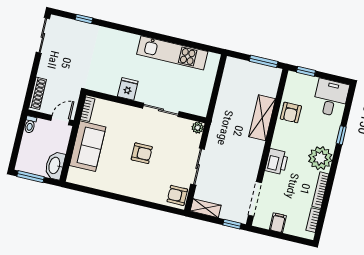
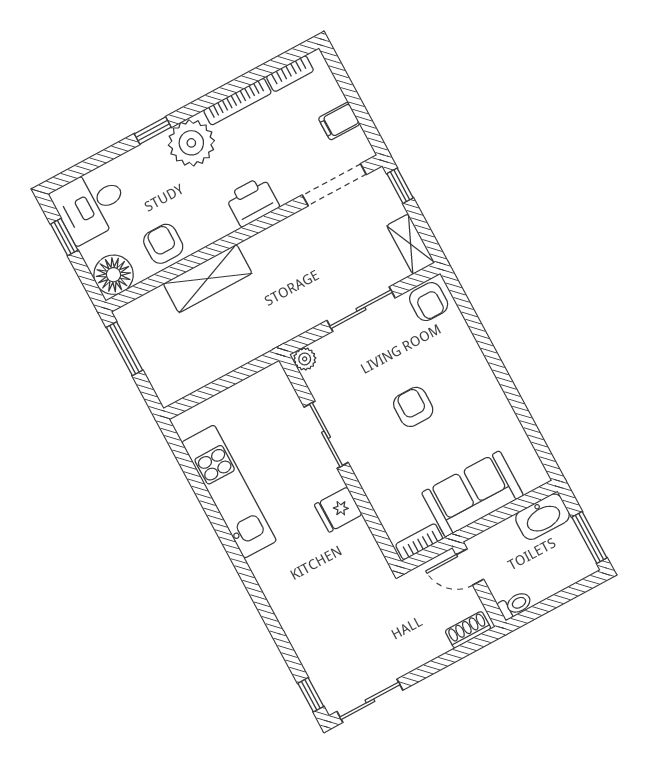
window: (84, 19) -> (311, 695), moved
window: (306, 71) -> (64, 237), moved
floor lamp: (296, 83) -> (114, 275), added
shoe rack: (38, 93) -> (468, 630), width x0.70
armchair: (291, 112) -> (163, 244), turned -90
window: (341, 135) -> (153, 131), moved

